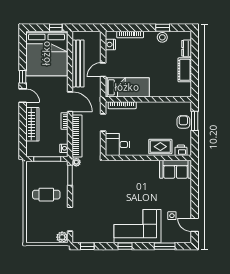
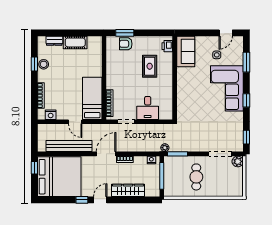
bookcase: (77, 136) -> (139, 147), removed
printer: (181, 150) -> (167, 46), moved
wall: (148, 158) -> (175, 78), moved
sofa: (176, 169) -> (186, 51), moved

